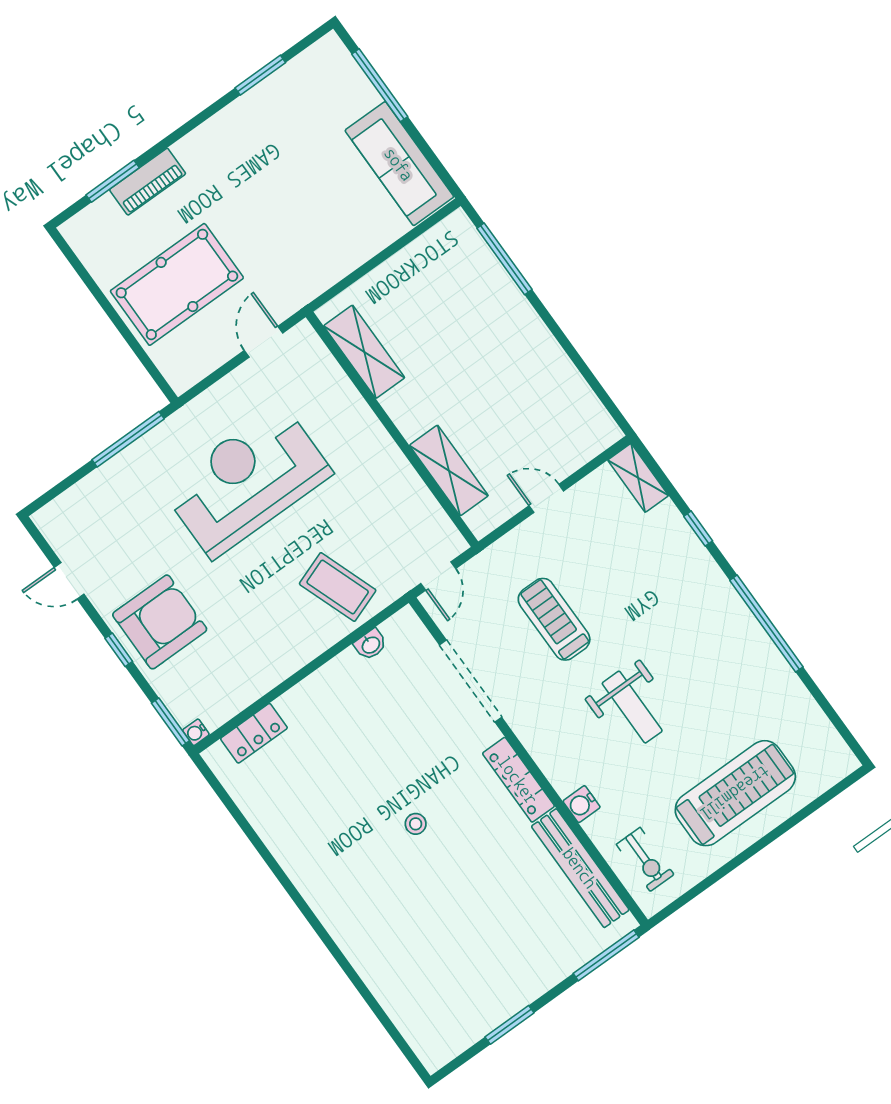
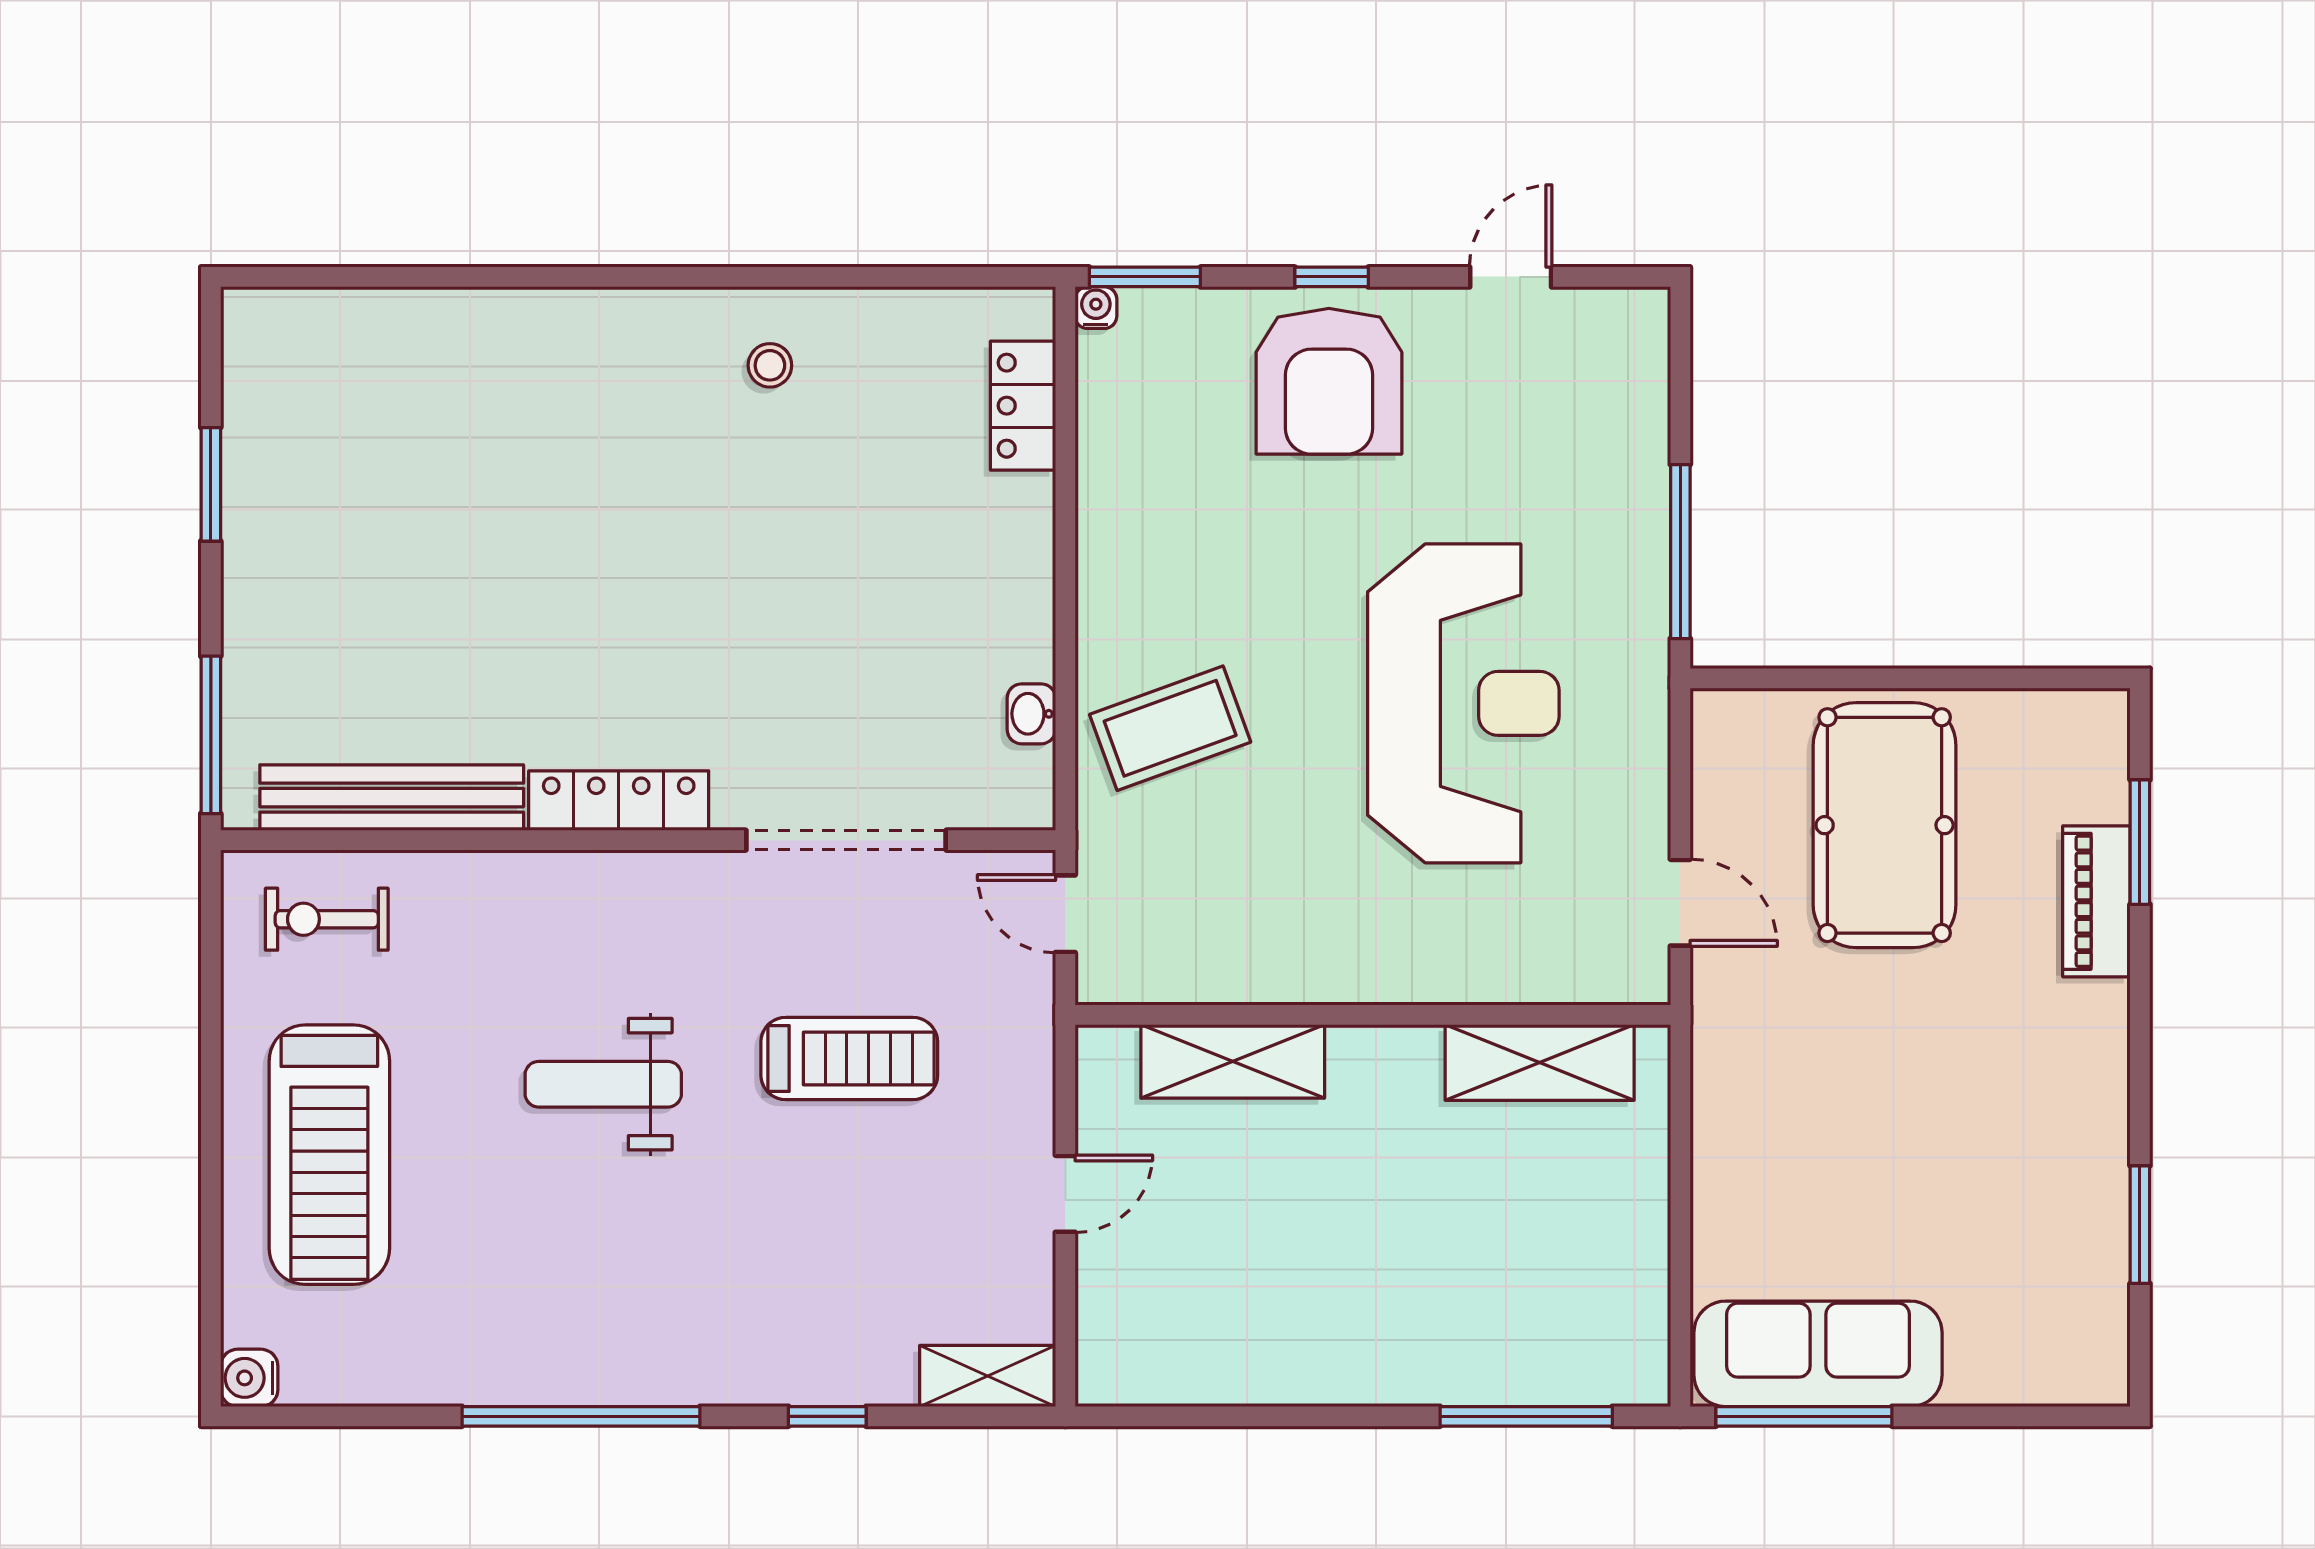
window: (380, 85) -> (1804, 1416), moved
water cooler: (582, 804) -> (249, 1378), moved, turned -90
stool: (416, 824) -> (770, 365), moved

